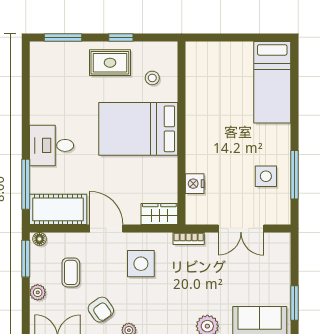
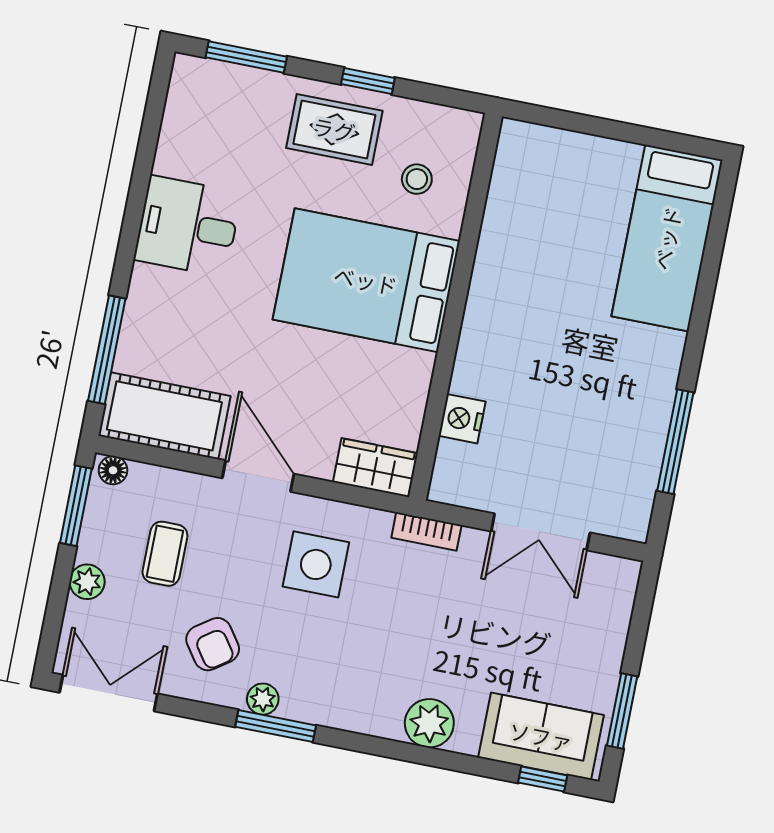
desk: (52, 145) -> (188, 226), moved
side table: (266, 176) -> (615, 433), removed

